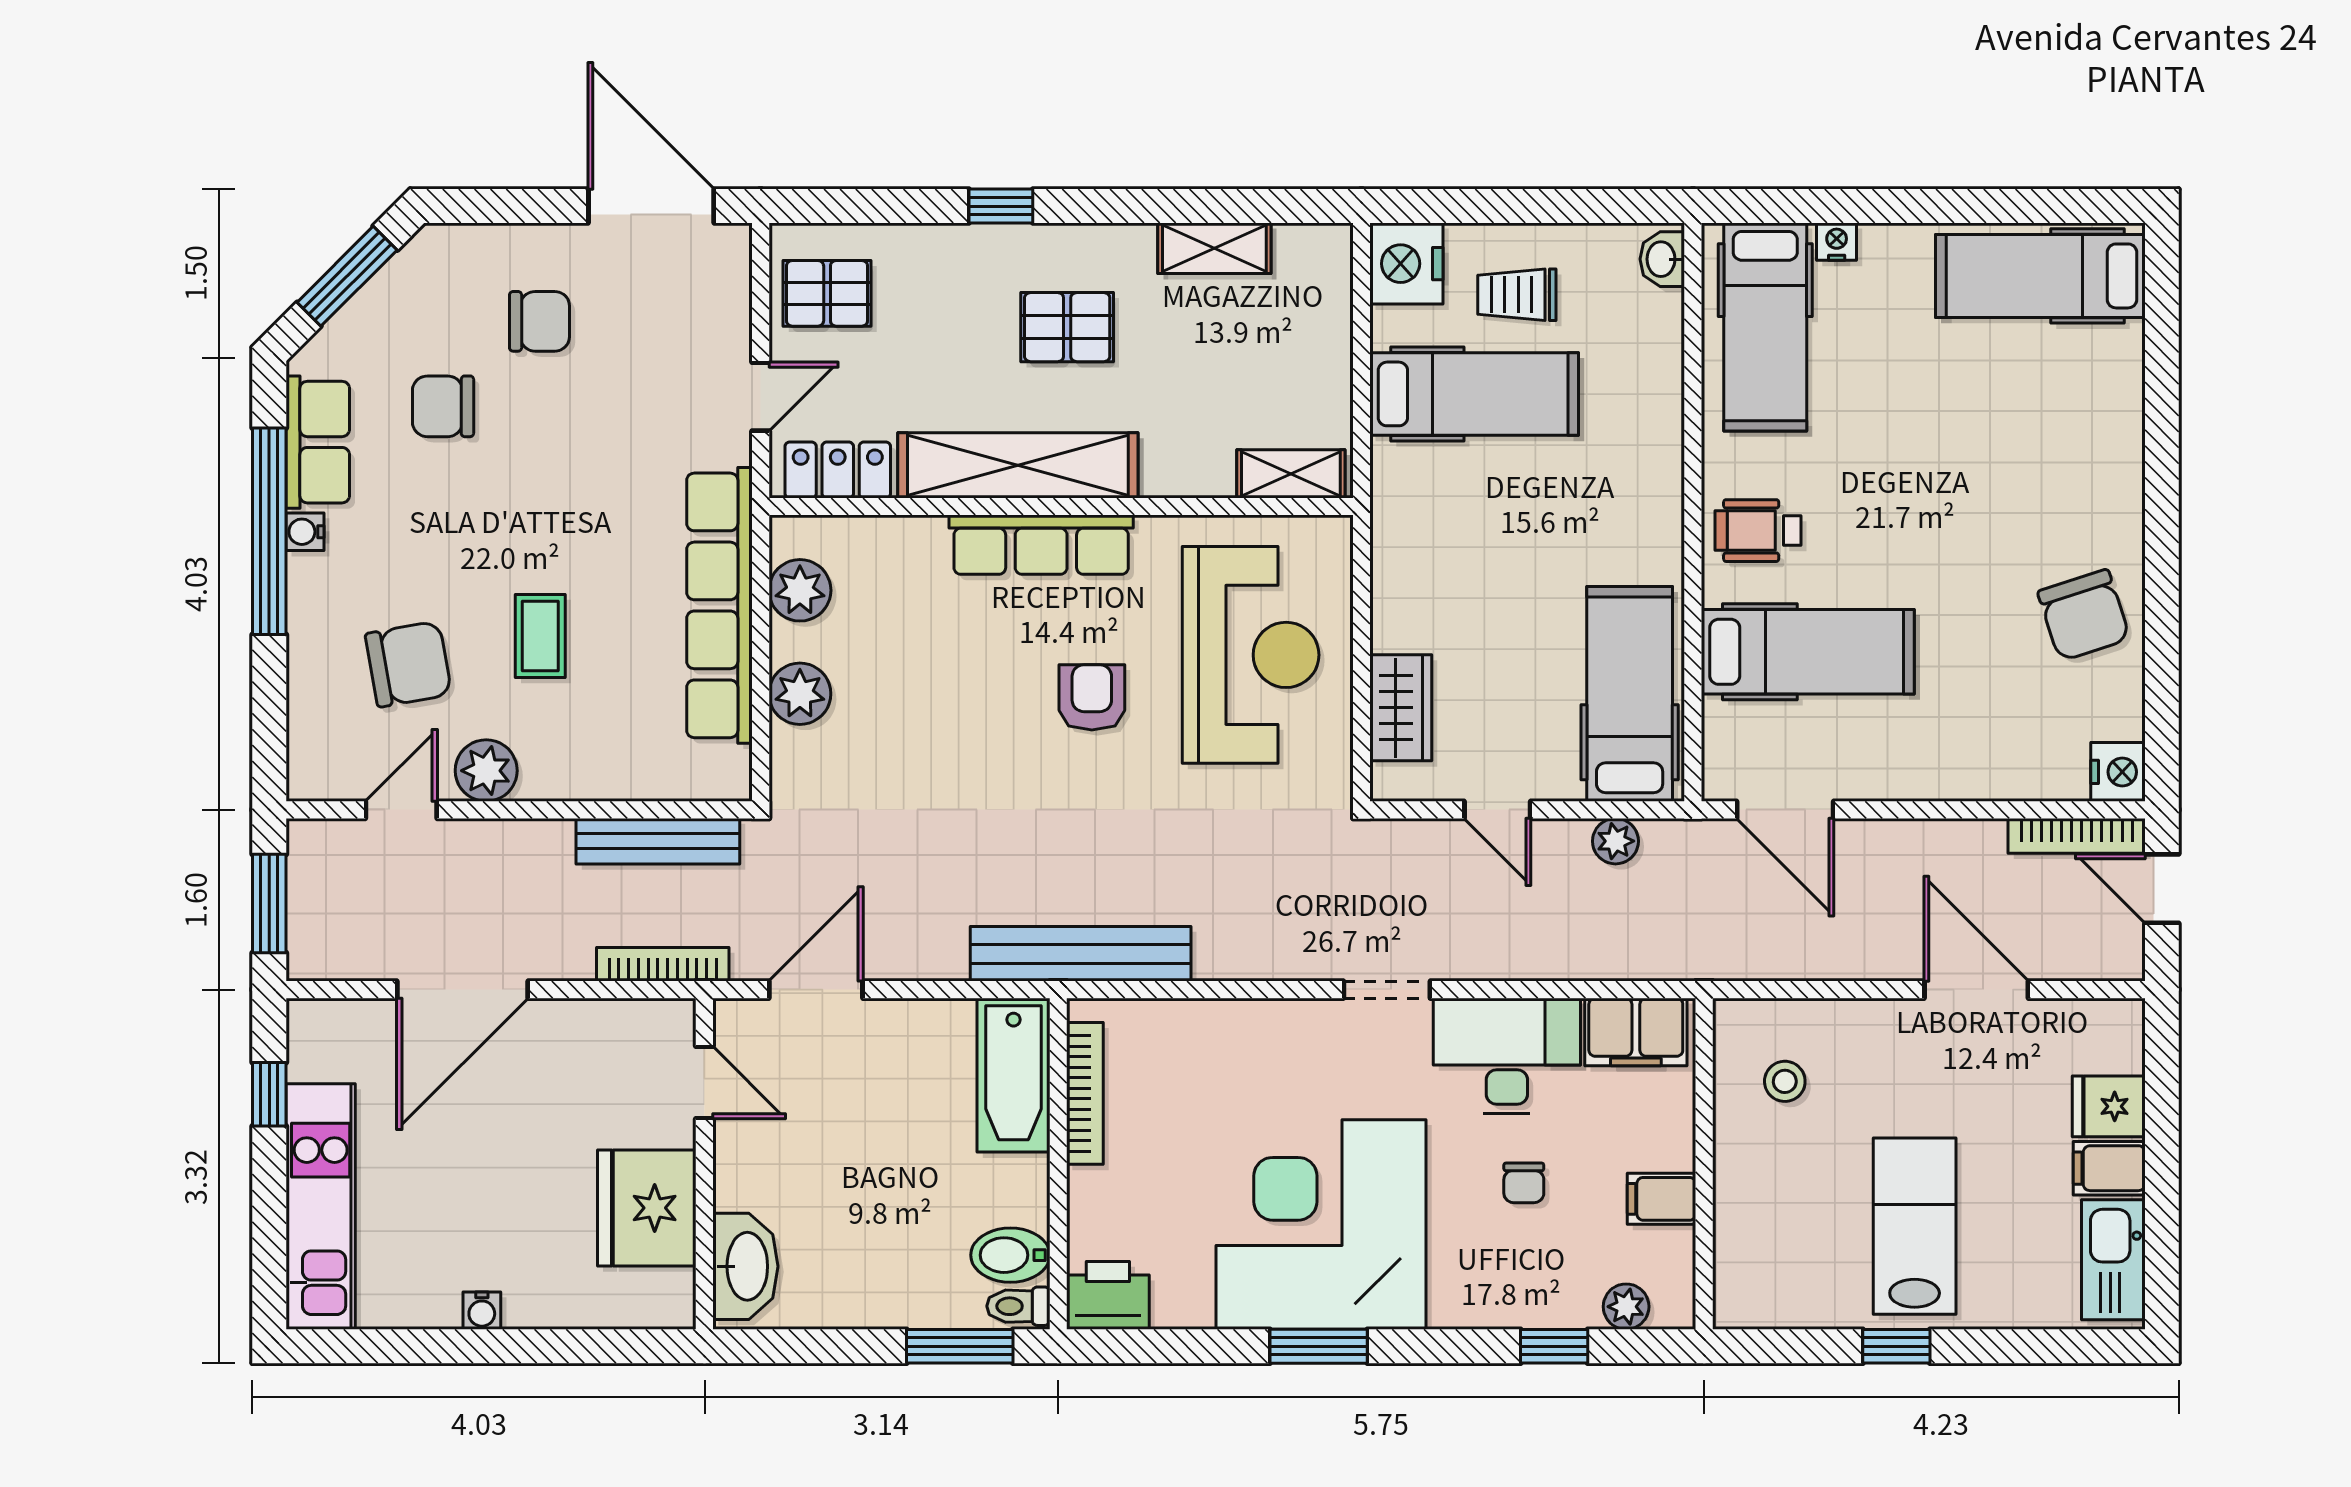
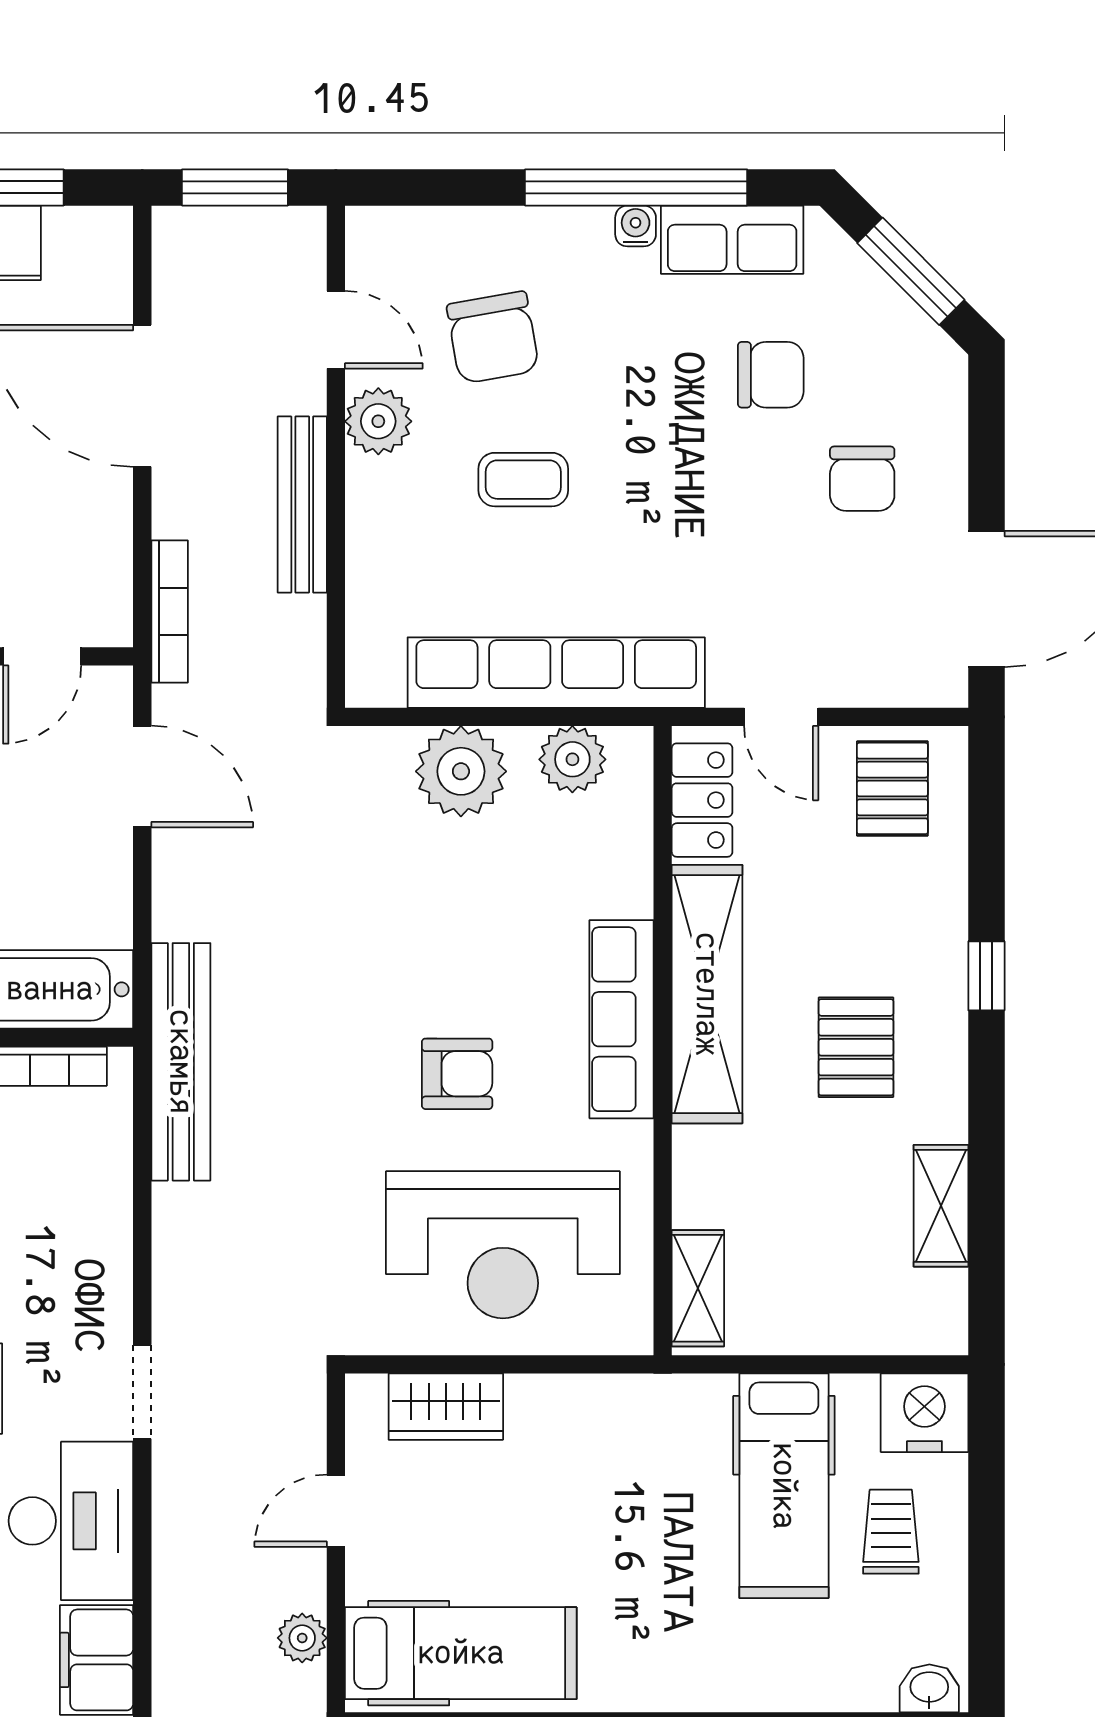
chair: (443, 406) -> (771, 375), turned 90
plant: (800, 694) -> (461, 771), width x1.36, depth x1.36
bench: (658, 841) -> (302, 505), moved

